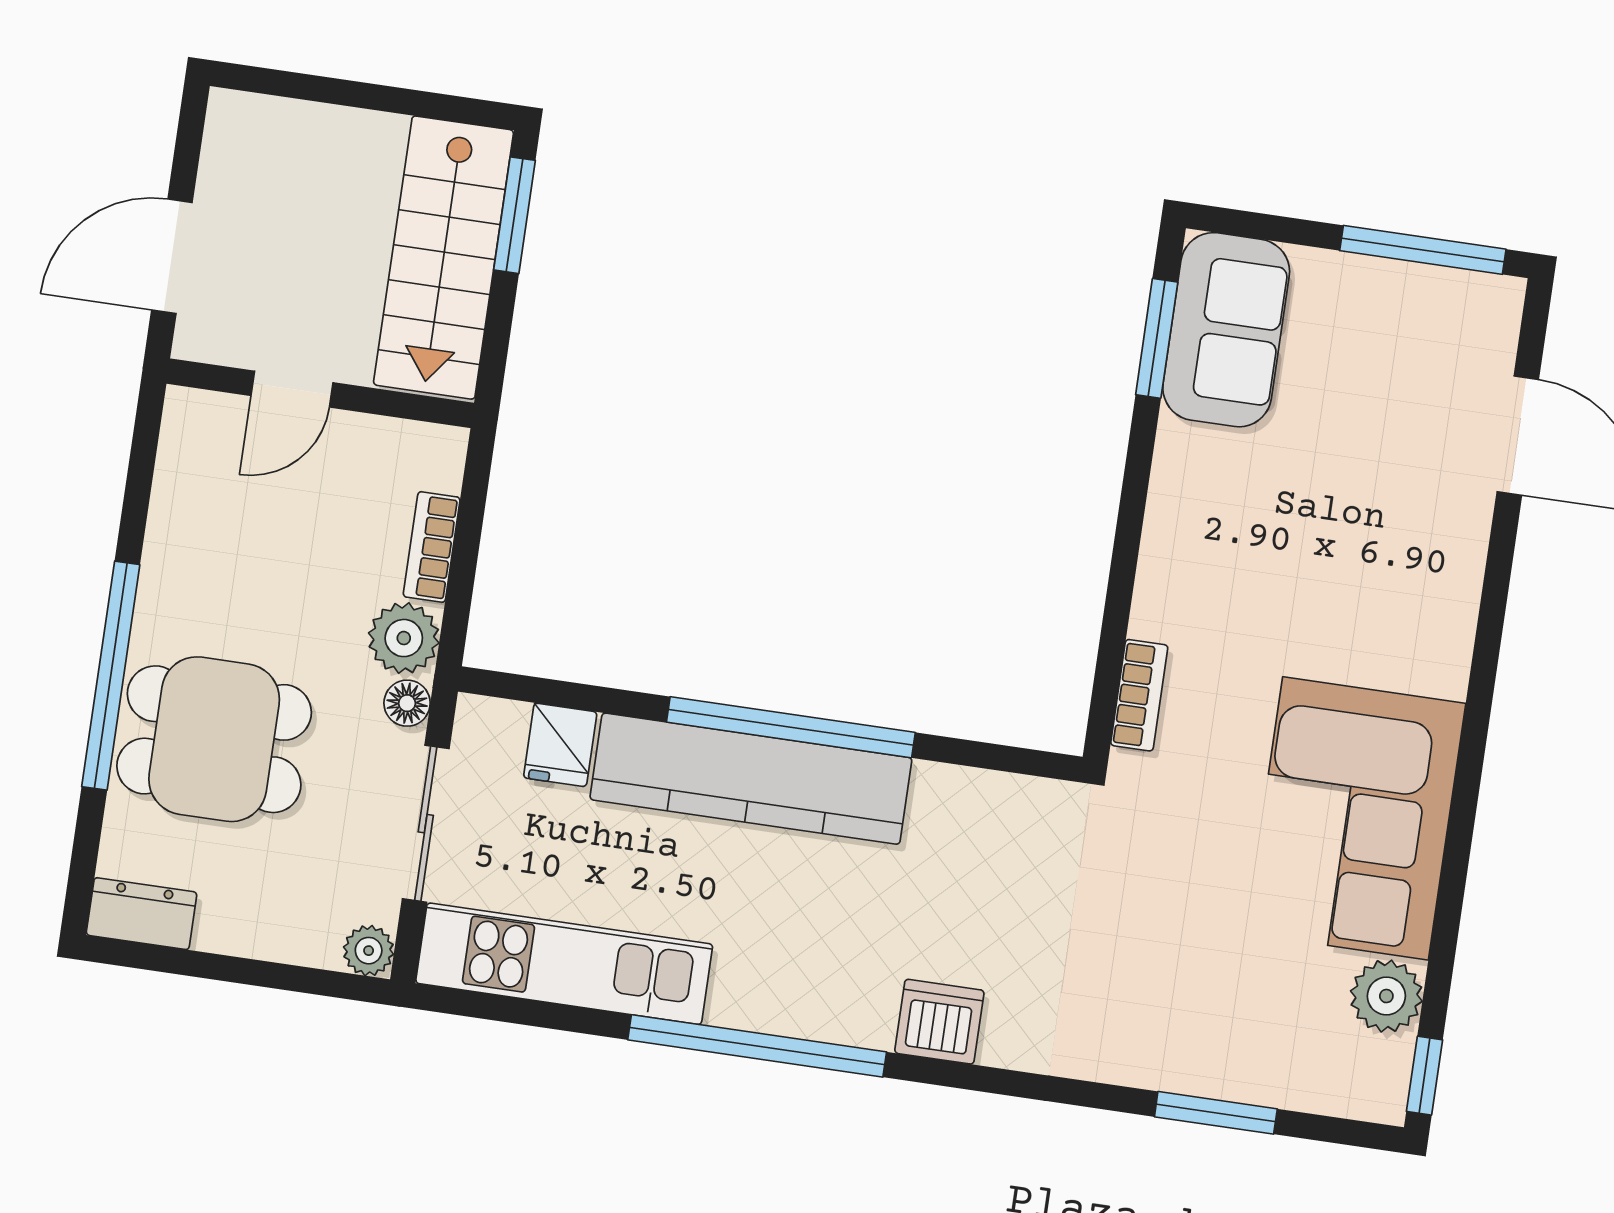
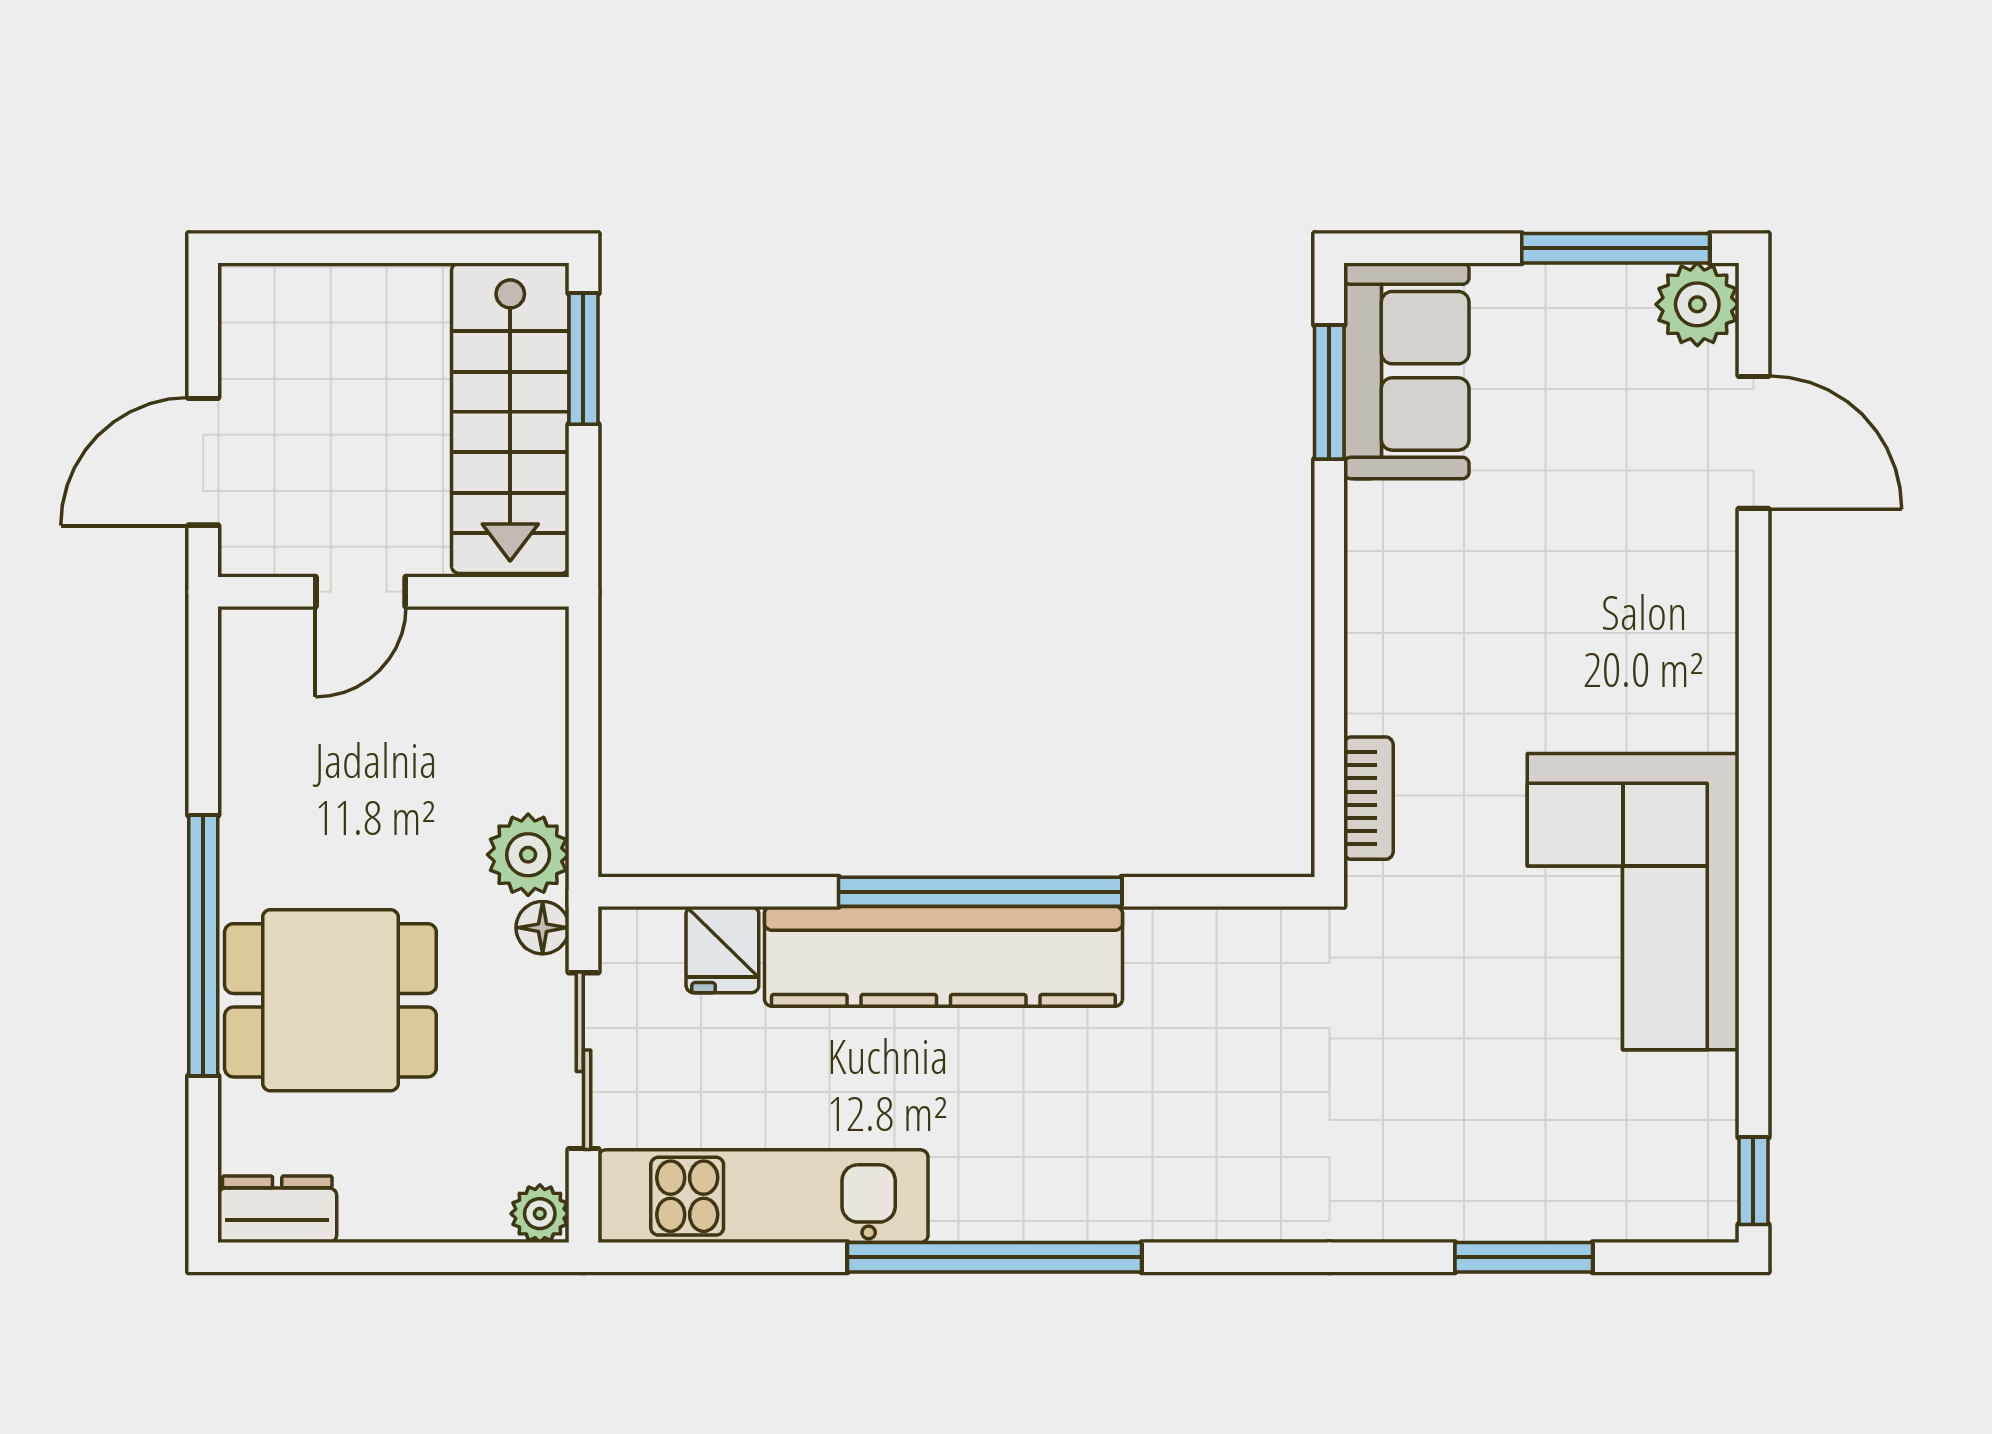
bookcase: (432, 547) -> (545, 747), removed
plant: (1386, 996) -> (1697, 304), moved
dishwasher: (939, 1022) -> (1196, 1200), removed

